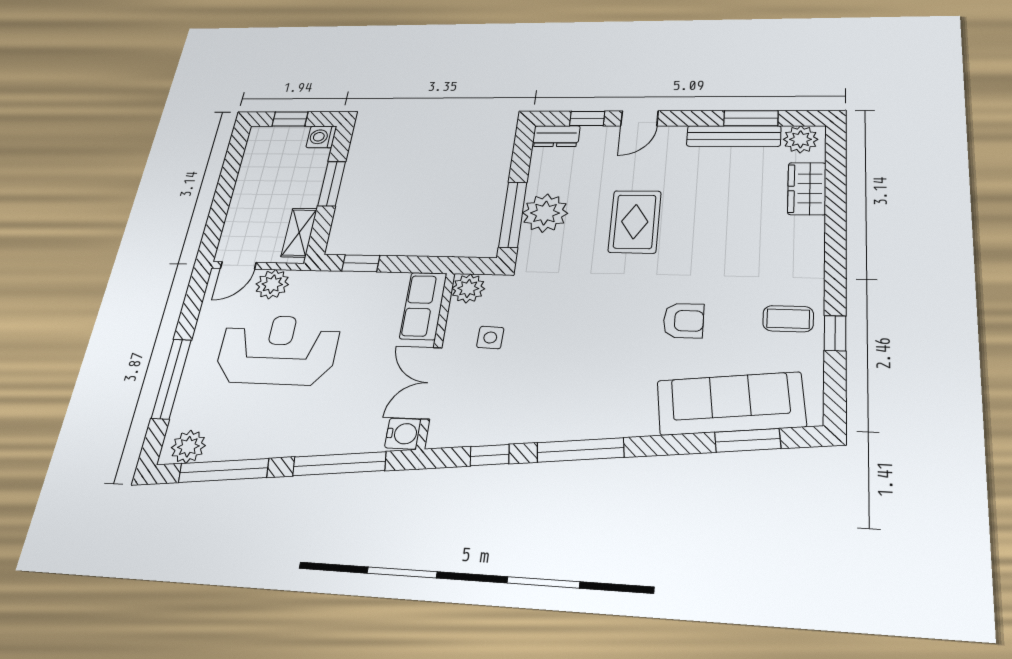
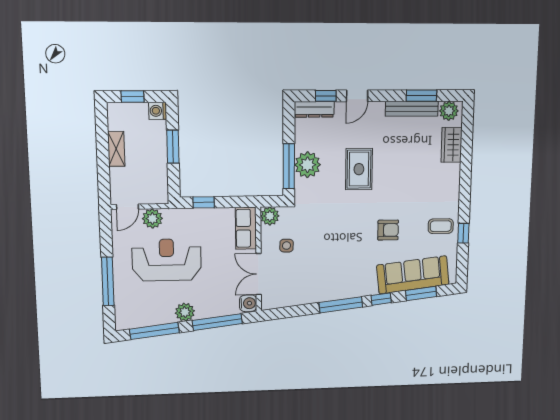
dresser: (556, 136) -> (314, 109), width x1.44
shelving: (299, 233) -> (116, 149), moved
plant: (188, 447) -> (185, 312), moved
window: (490, 455) -> (381, 299), moved

